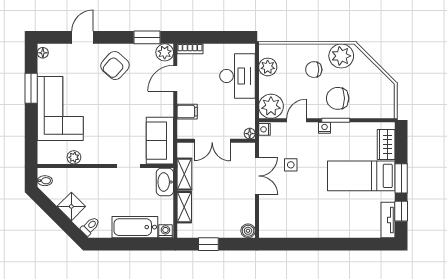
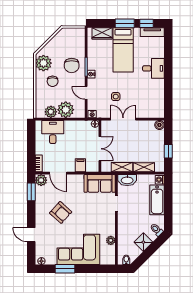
armchair: (115, 66) -> (61, 212), moved
desk: (237, 76) -> (53, 132), width x0.73
plant: (271, 106) -> (66, 110), moved
desk: (333, 222) -> (153, 68), added

